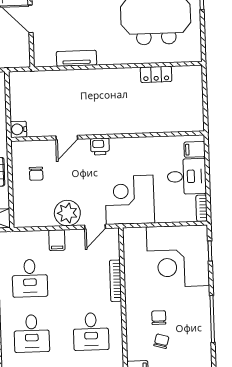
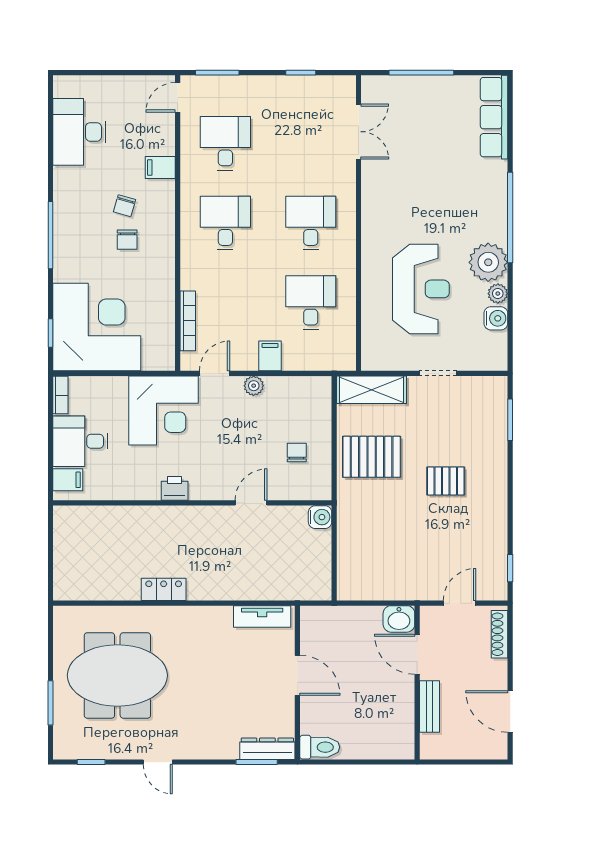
tv unit: (76, 58) -> (262, 616), moved
locker: (156, 74) -> (164, 589), moved
printer: (100, 147) -> (175, 488), moved
plant: (67, 213) -> (254, 386), width x0.53, depth x0.53
bookcase: (115, 281) -> (188, 321), moved

